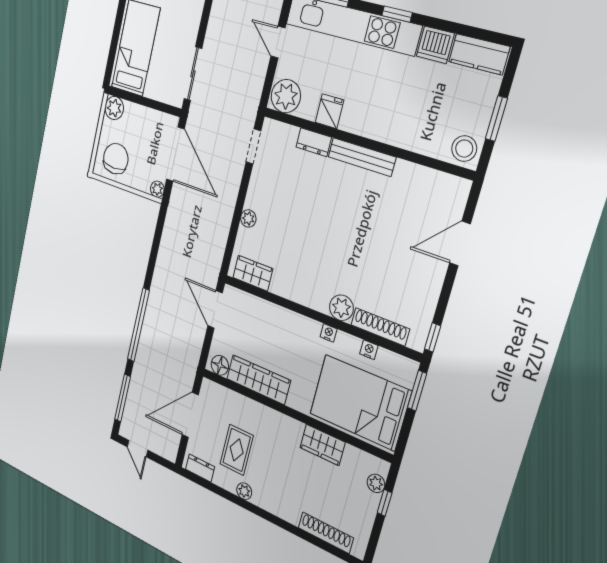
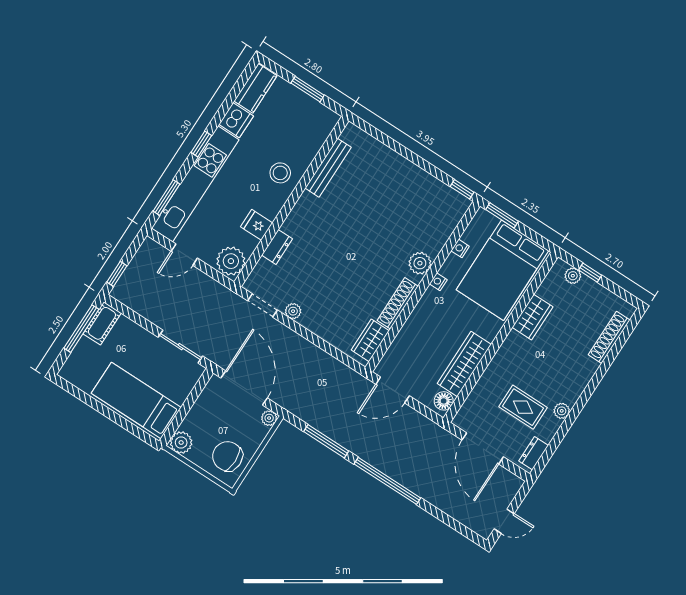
stool: (464, 149) -> (280, 173), moved
door: (175, 154) -> (244, 388), hinge flipped
bench: (362, 157) -> (328, 168), moved
plant: (248, 218) -> (293, 311), moved
door: (460, 243) -> (394, 145), removed
shoe rack: (380, 327) -> (398, 303), moved
window: (123, 398) -> (326, 441), moved

